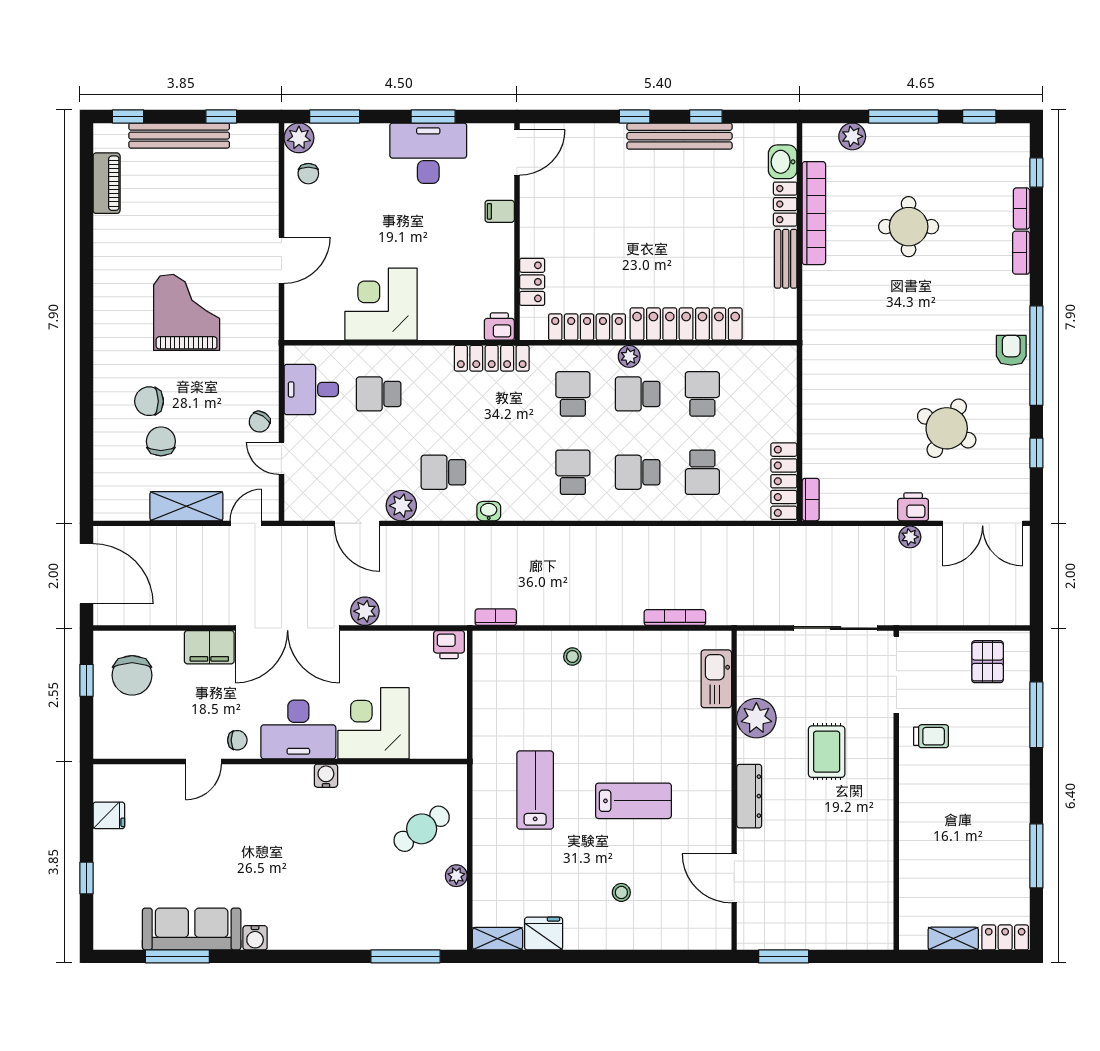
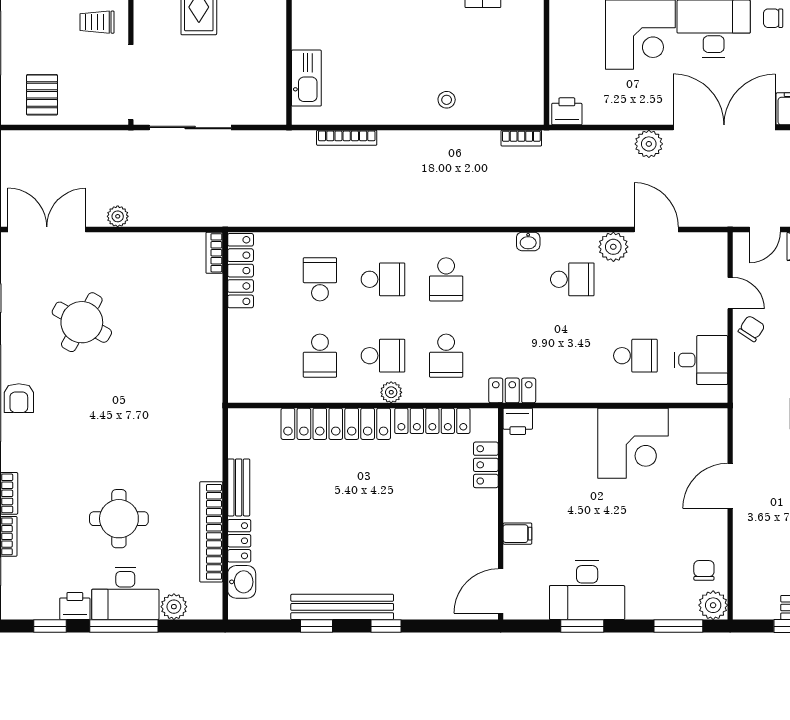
desk: (902, 150) -> (125, 593), added
locker: (492, 358) -> (512, 390), width x0.66
printer: (913, 507) -> (75, 606), moved, turned 180
plant: (756, 718) -> (267, 40), removed

